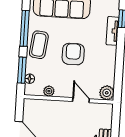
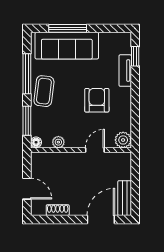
armchair: (73, 54) -> (97, 100), moved
floor lamp: (30, 79) -> (36, 142), moved
door: (81, 100) -> (95, 150), hinge flipped

